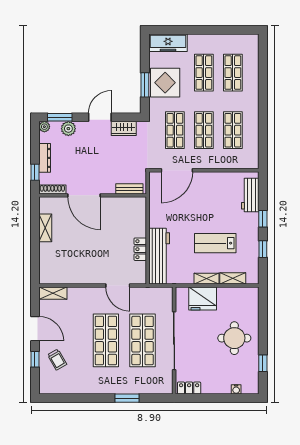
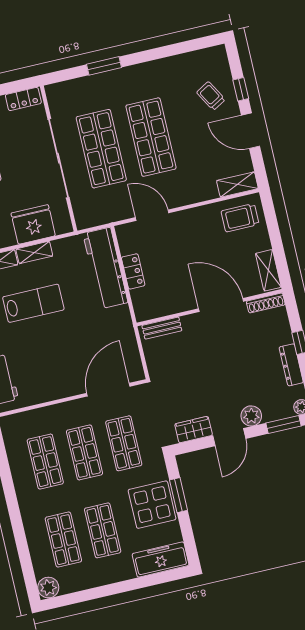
plant: (251, 41) -> (48, 588), added
plant: (68, 129) -> (251, 416), moved
bench: (129, 189) -> (162, 328), moved
shoe rack: (52, 190) -> (266, 303), moved
door: (84, 195) -> (221, 305), moved
wall: (93, 195) -> (209, 308), moved
trolley: (57, 269) -> (240, 218), added

